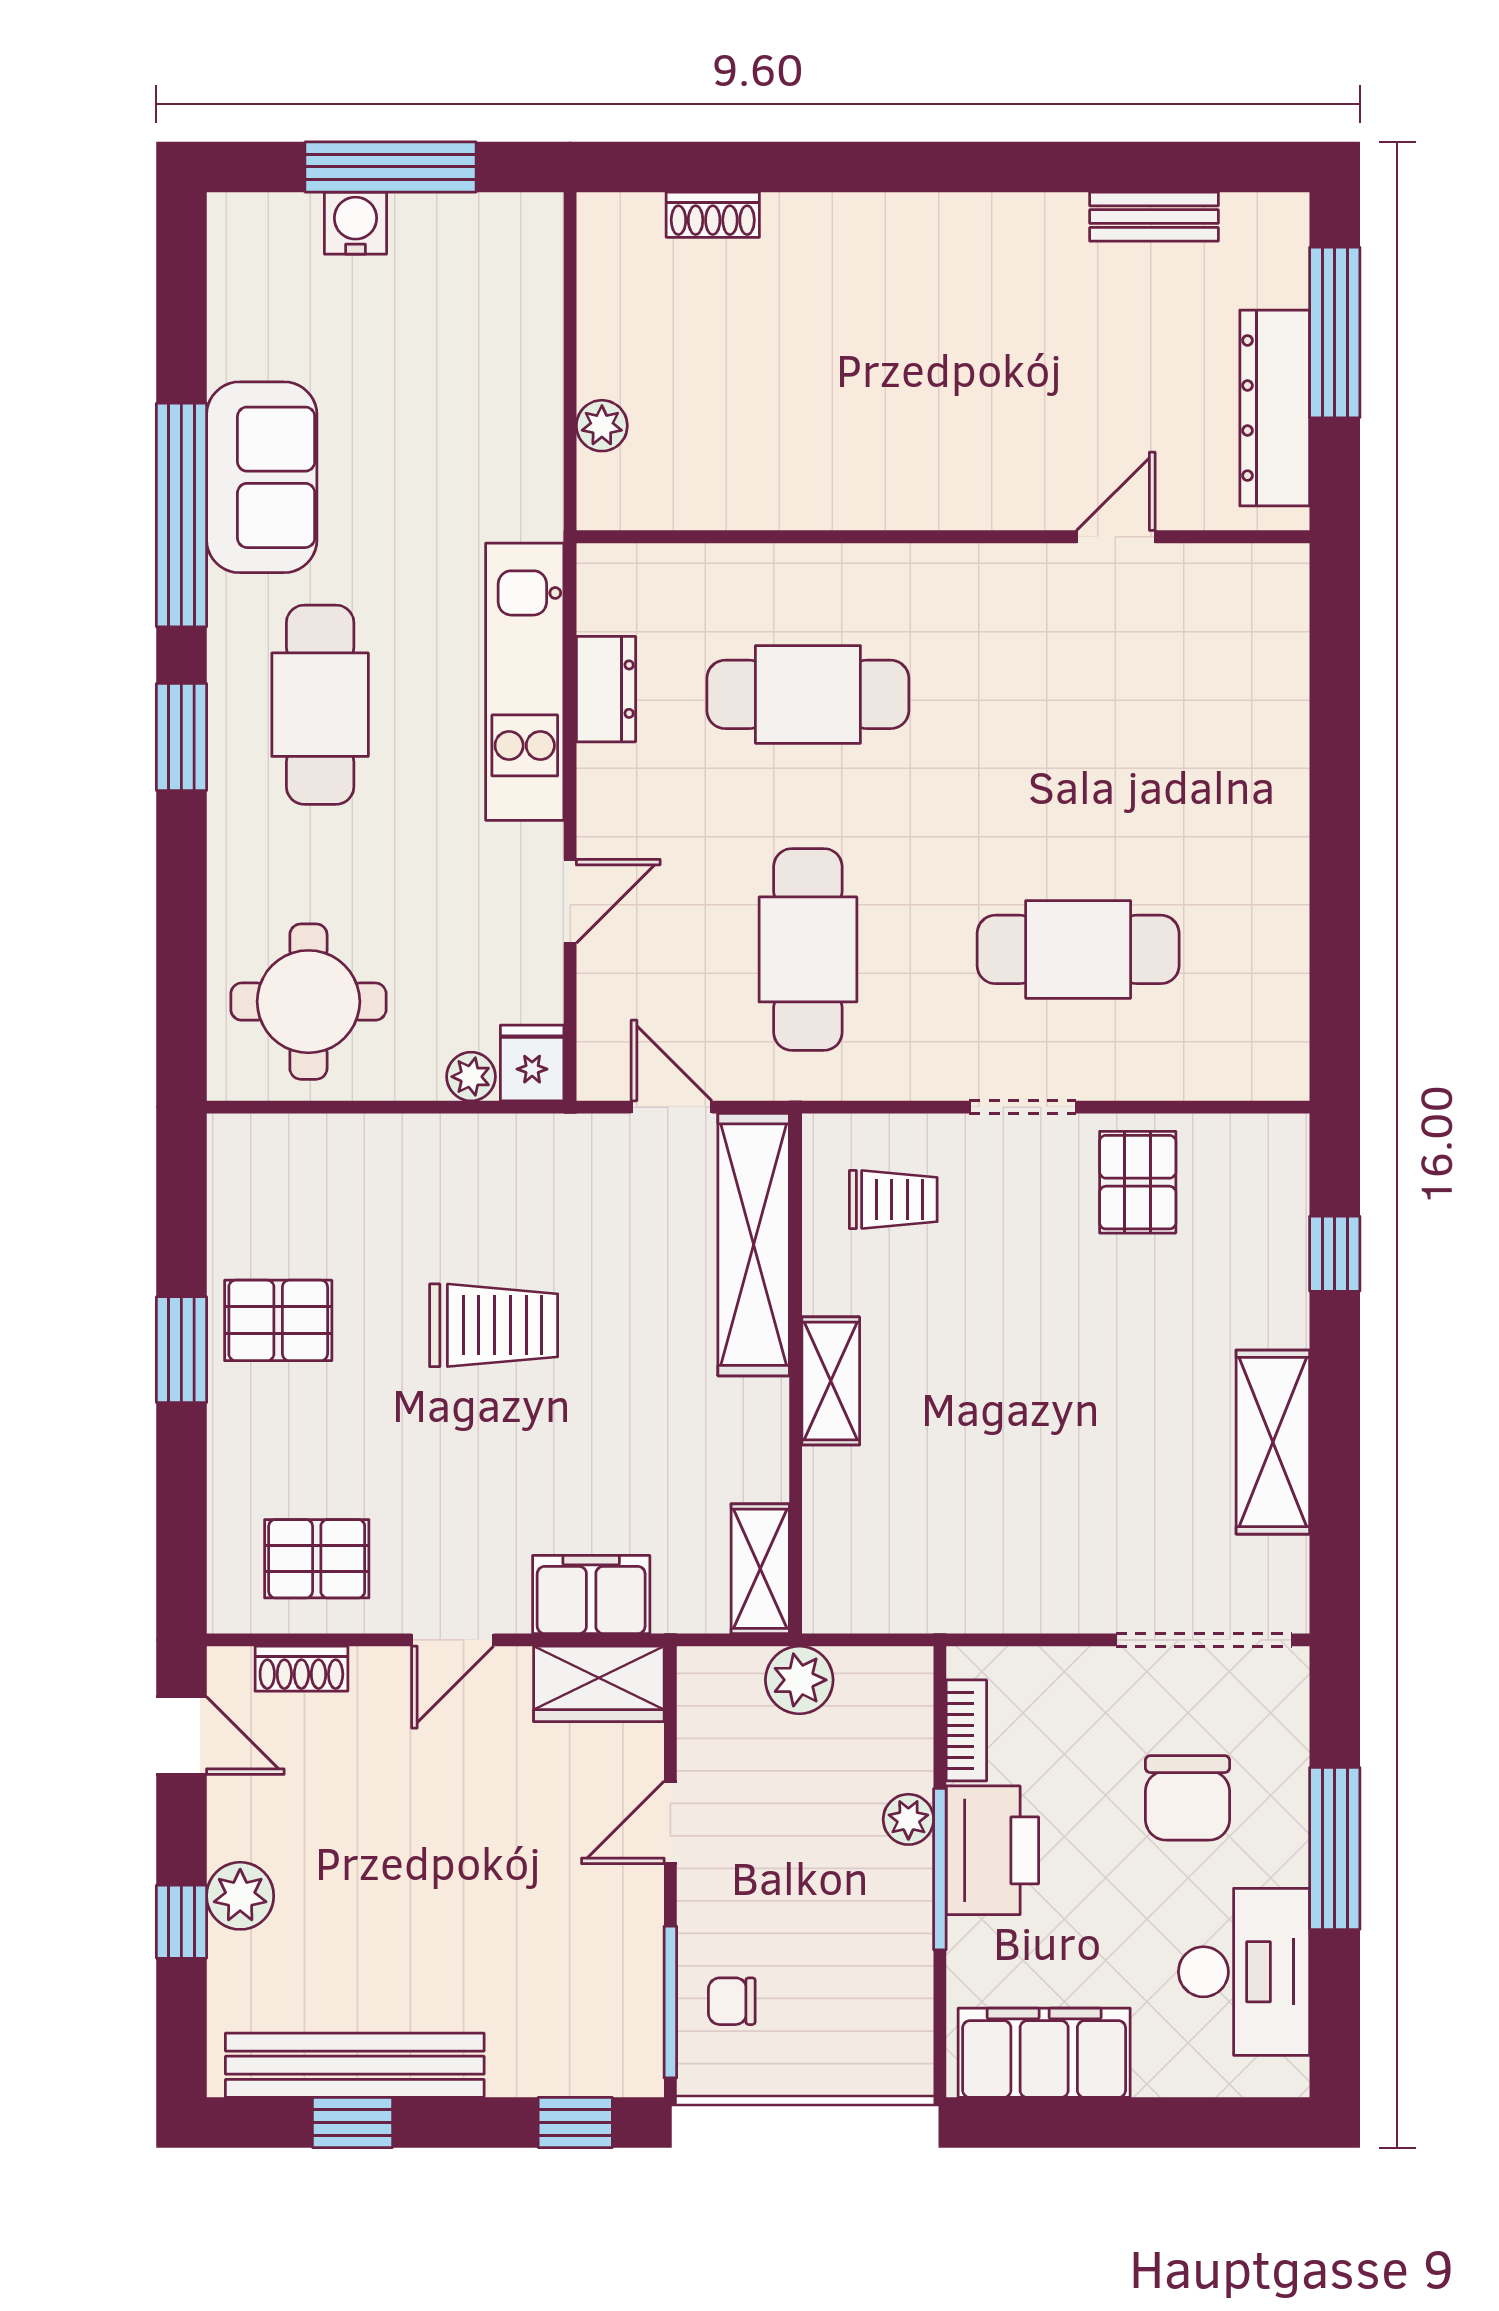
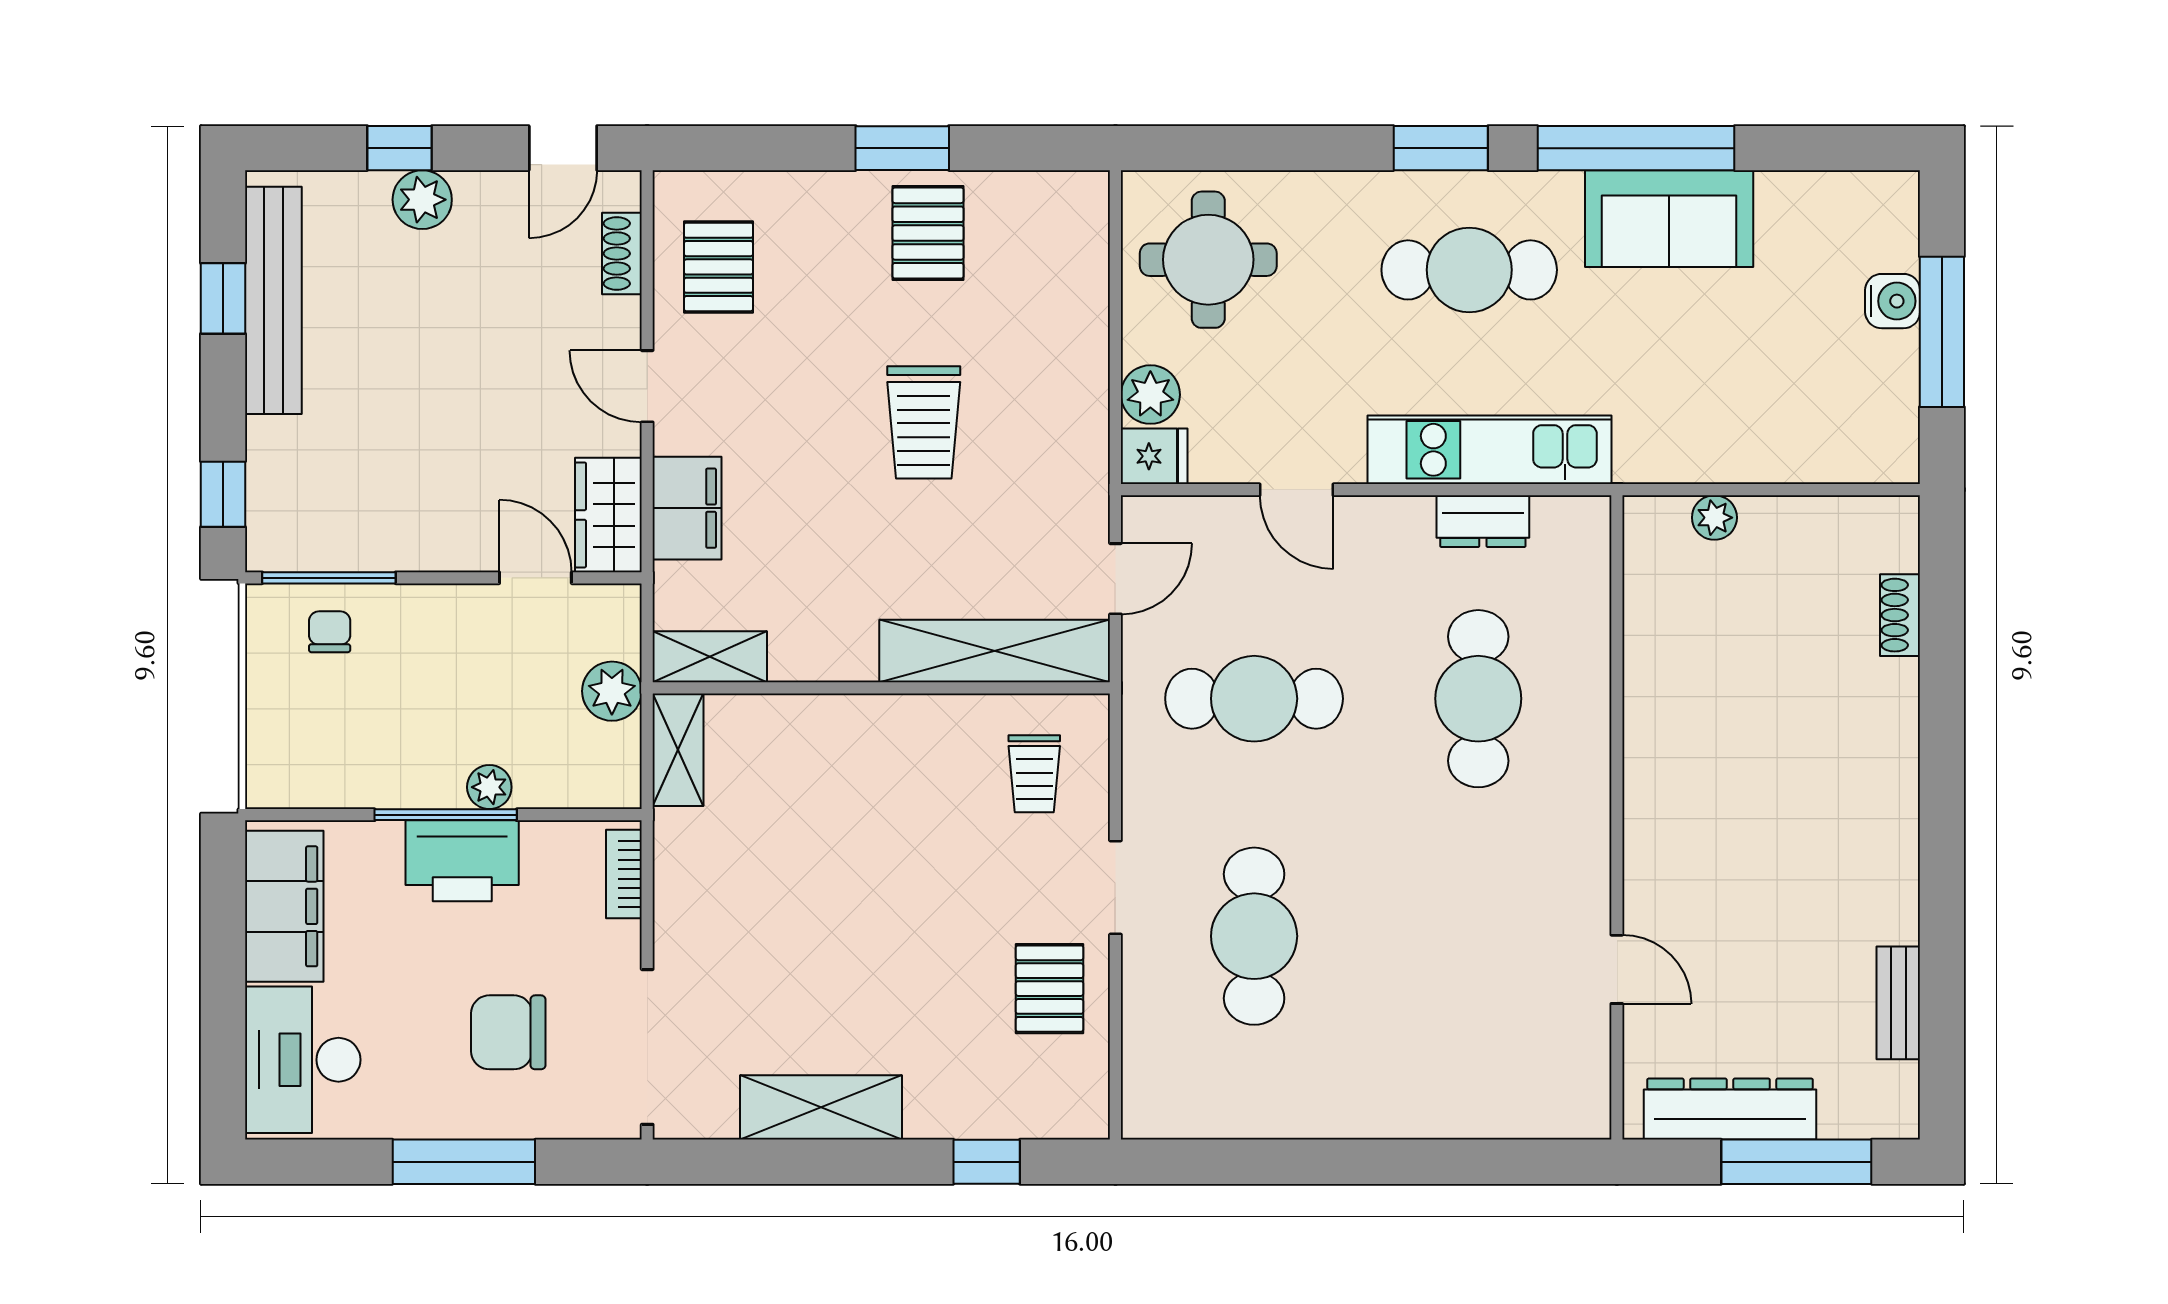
plant: (471, 1077) -> (1150, 395), width x1.38, depth x1.38
pallet: (1138, 1182) -> (1050, 989), turned 90
shelving: (831, 1381) -> (678, 750), moved, turned 90
bookcase: (966, 1730) -> (624, 874), moved, turned 90
door: (670, 1822) -> (535, 578), moved
desk: (1244, 1972) -> (303, 1060), moved, turned 90

